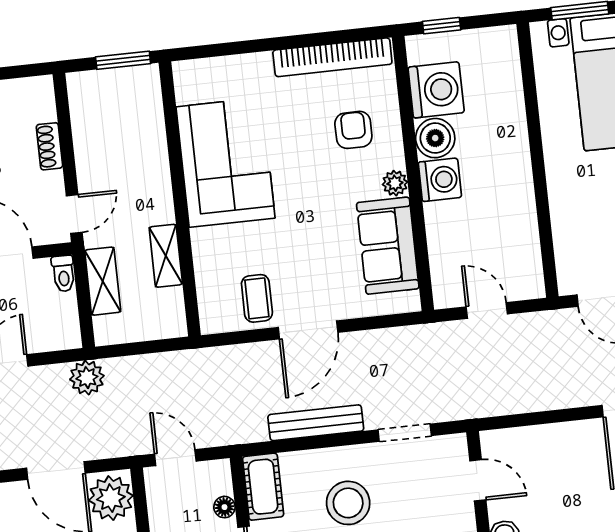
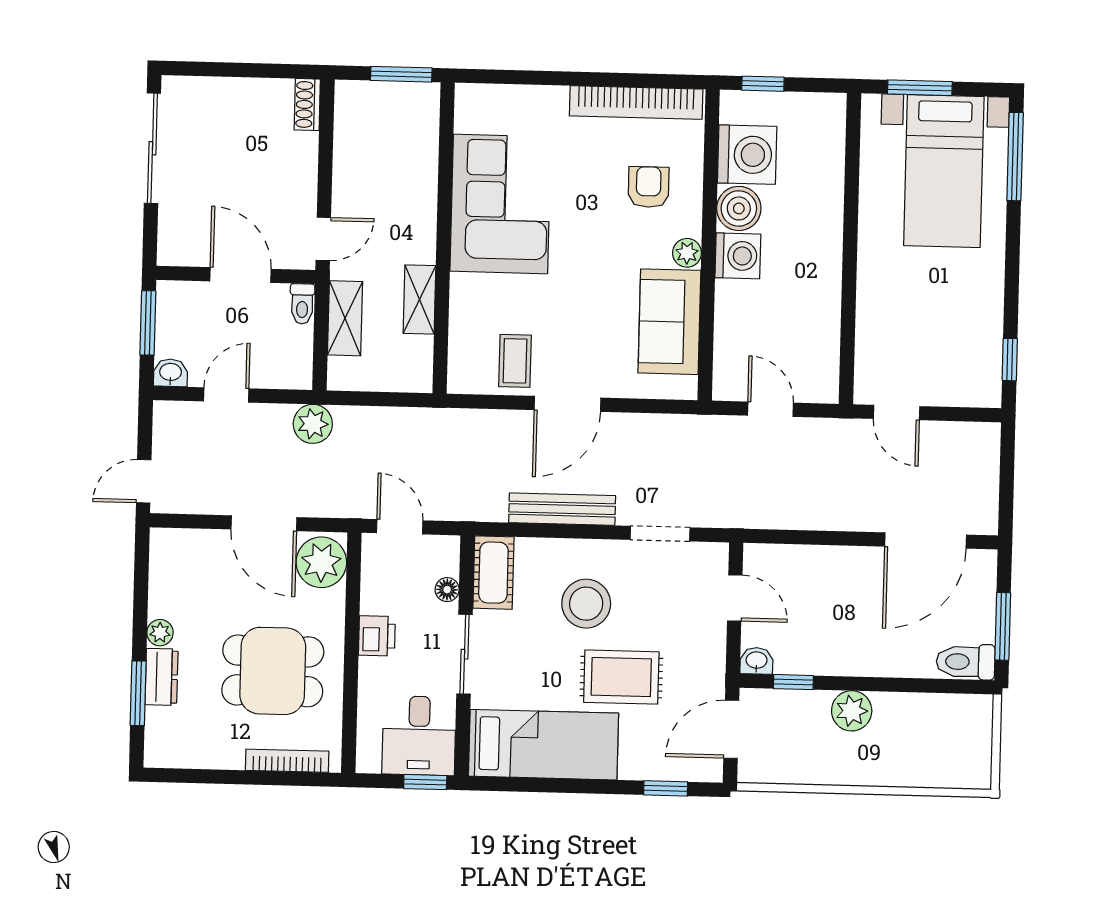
shoe rack: (49, 146) -> (307, 105), moved

